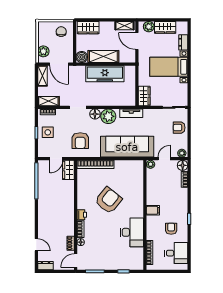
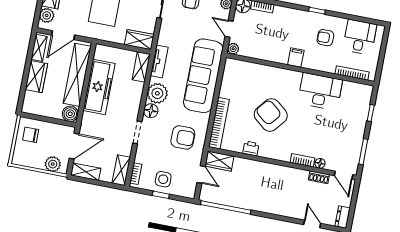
wardrobe: (88, 28) -> (36, 77), moved
shelving: (103, 57) -> (77, 75), width x1.47
shelving: (125, 101) -> (141, 67), added
printer: (82, 215) -> (251, 148), moved
door: (36, 245) -> (312, 224), hinge flipped

